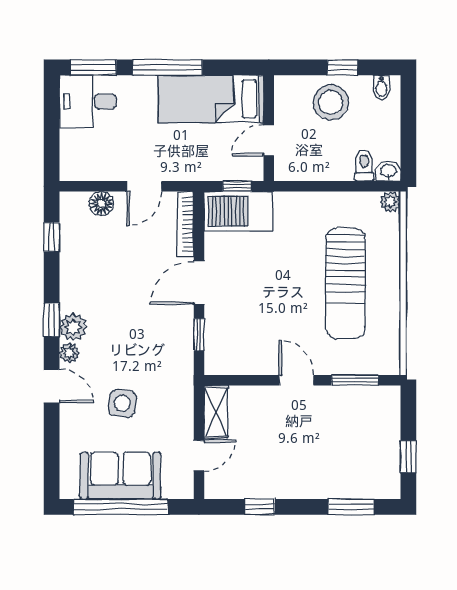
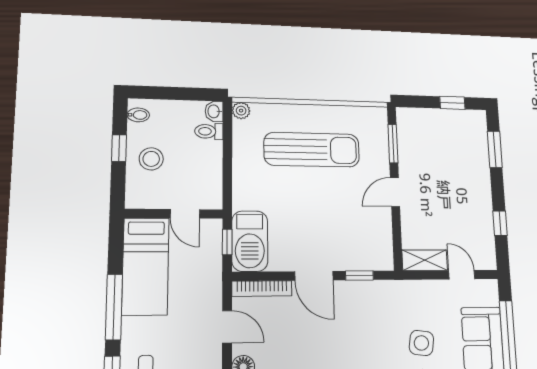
stool: (331, 102) -> (151, 159), width x0.73, depth x0.73

